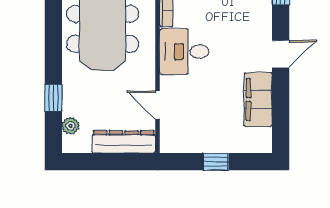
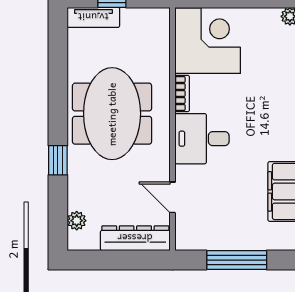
window: (53, 98) -> (58, 160), moved
window: (216, 162) -> (237, 260), width x2.17

